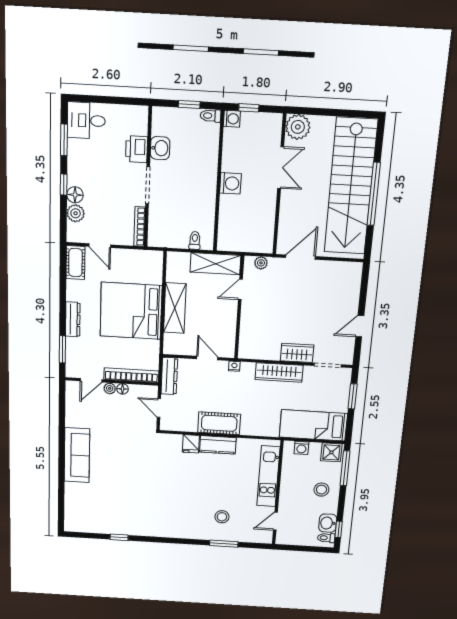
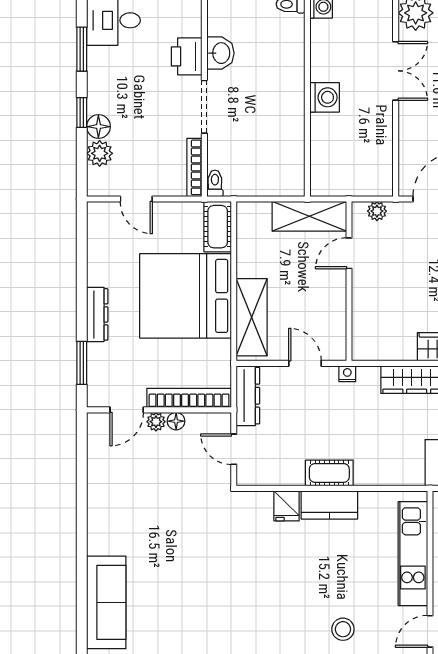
toilet: (195, 240) -> (215, 183), moved
cot: (75, 263) -> (218, 227), moved
shelving: (175, 308) -> (252, 317), moved
cot: (219, 423) -> (329, 473), width x0.73, depth x0.75
sofa: (77, 455) -> (106, 602), moved

